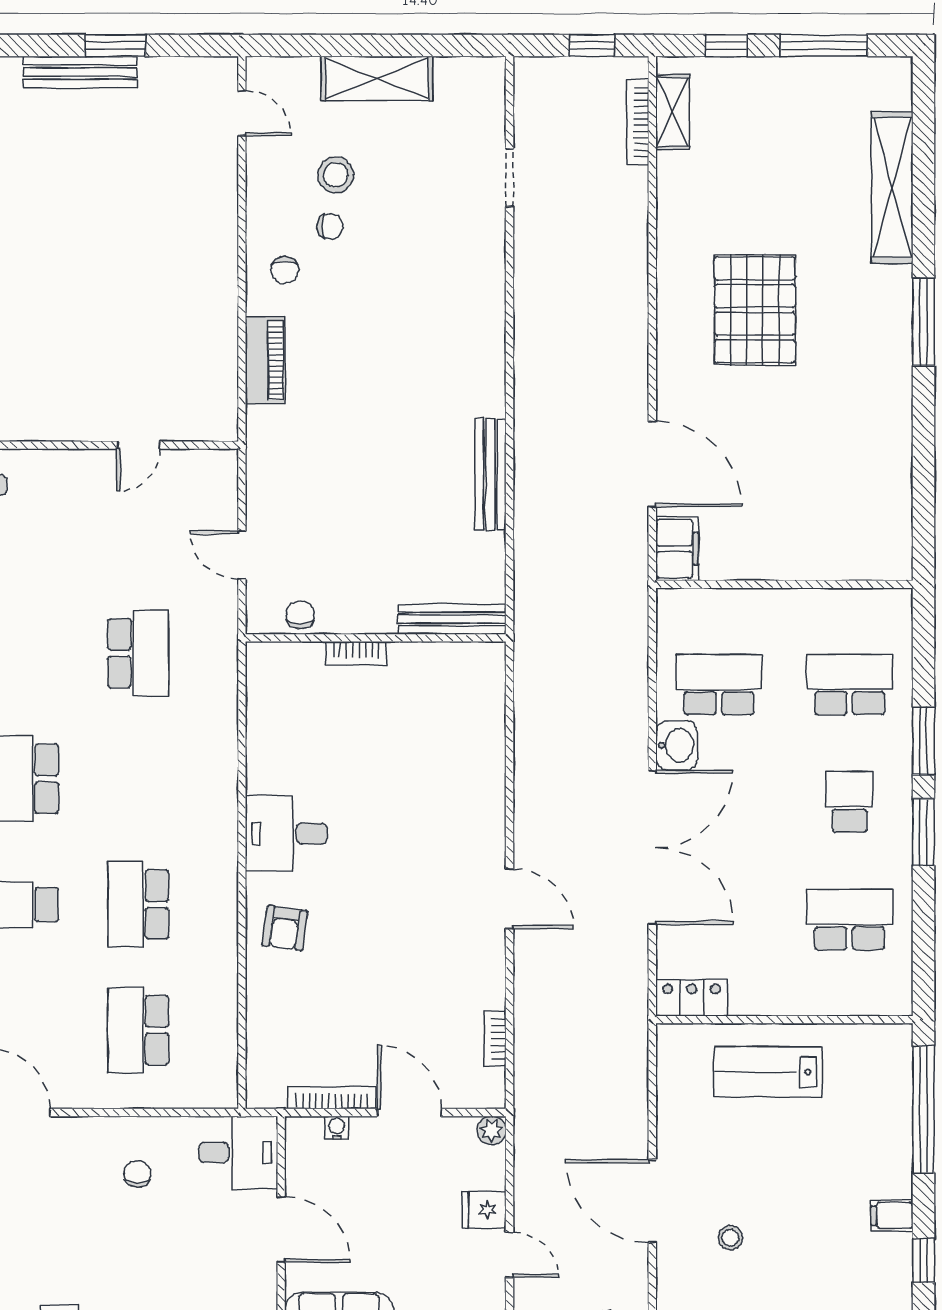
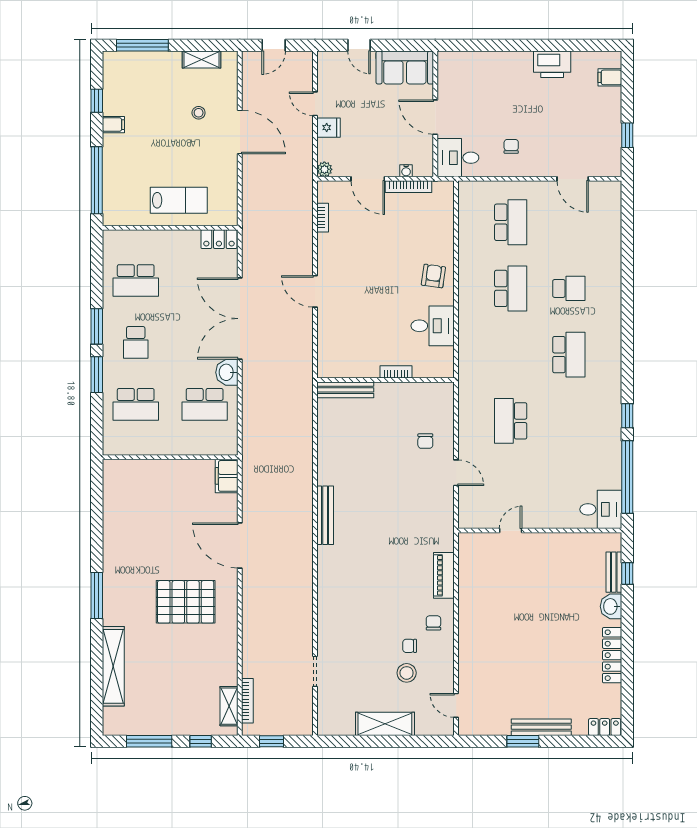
pallet: (755, 310) -> (186, 602), turned 90
door: (652, 464) -> (240, 546), moved
bench: (452, 619) -> (345, 390), moved
wall: (376, 638) -> (386, 380), moved
bookcase: (356, 653) -> (396, 372), moved
chair: (137, 1174) -> (511, 146), turned 180

